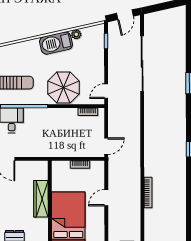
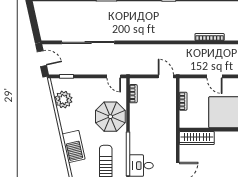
plant: (76, 34) -> (63, 100), width x1.87, depth x1.87
barbecue: (56, 43) -> (74, 146), moved
wardrobe: (41, 199) -> (197, 138), moved

